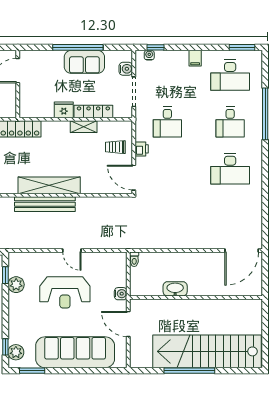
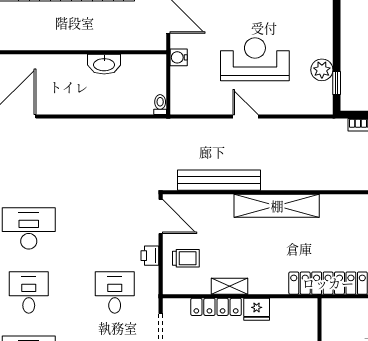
bench: (45, 204) -> (219, 180), moved

